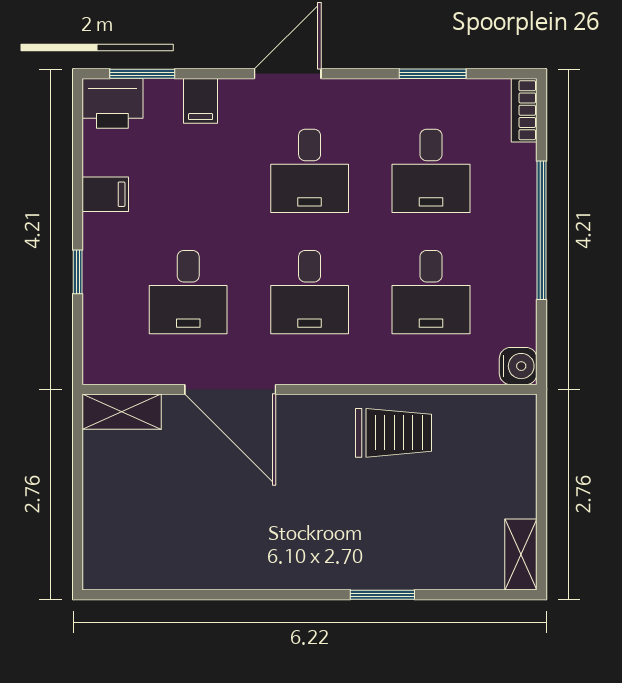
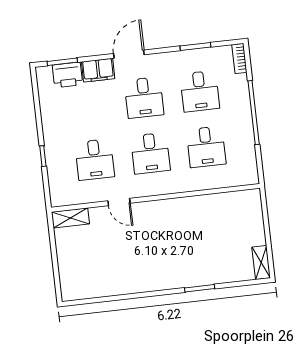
filing cabinet: (201, 101) -> (98, 70), width x2.00
printer: (112, 103) -> (67, 75), moved
filing cabinet: (105, 194) -> (52, 119), removed
water cooler: (518, 366) -> (250, 176), removed
door: (230, 389) -> (119, 202), width x0.53
trolley: (393, 433) -> (196, 213), removed

